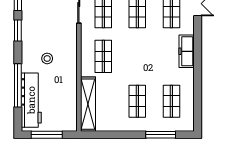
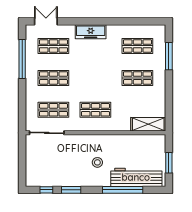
shelving: (88, 104) -> (148, 124), width x0.68
window: (47, 135) -> (169, 163), width x0.69

